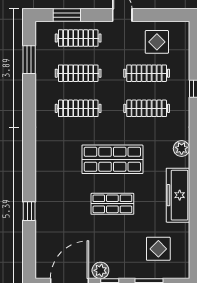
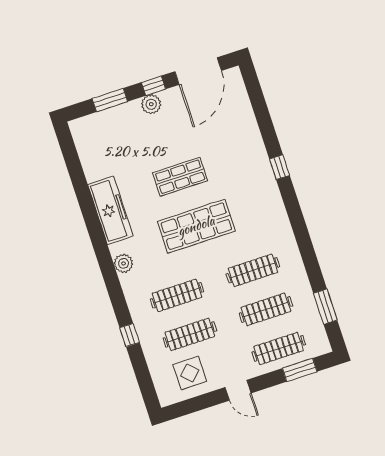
window: (29, 211) -> (279, 167), moved
display table: (158, 249) -> (113, 144), removed
plant: (100, 270) -> (151, 104), moved

